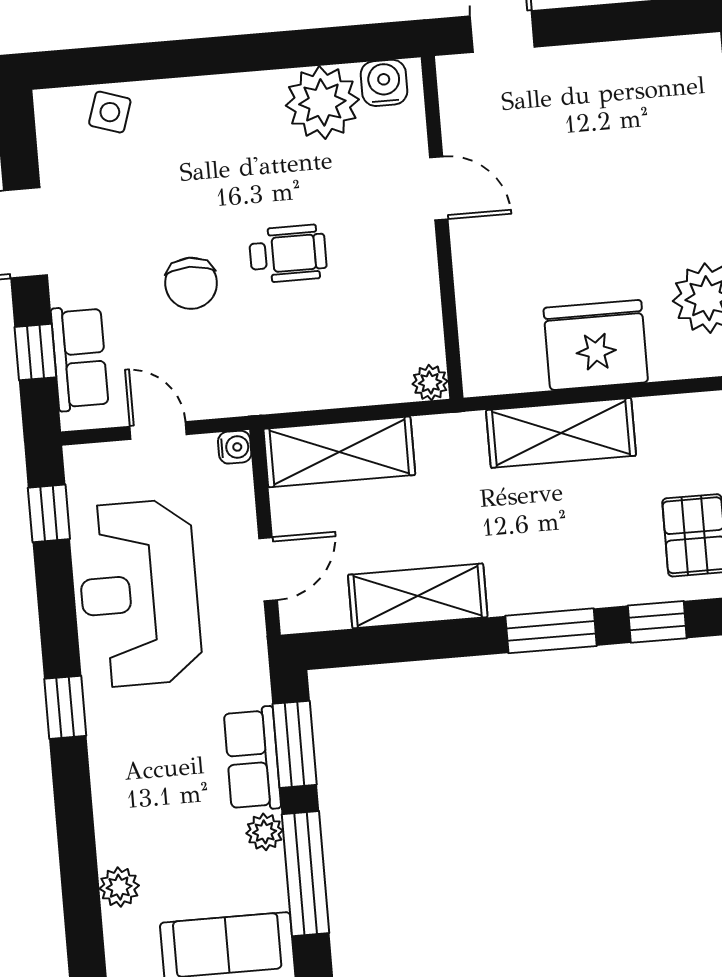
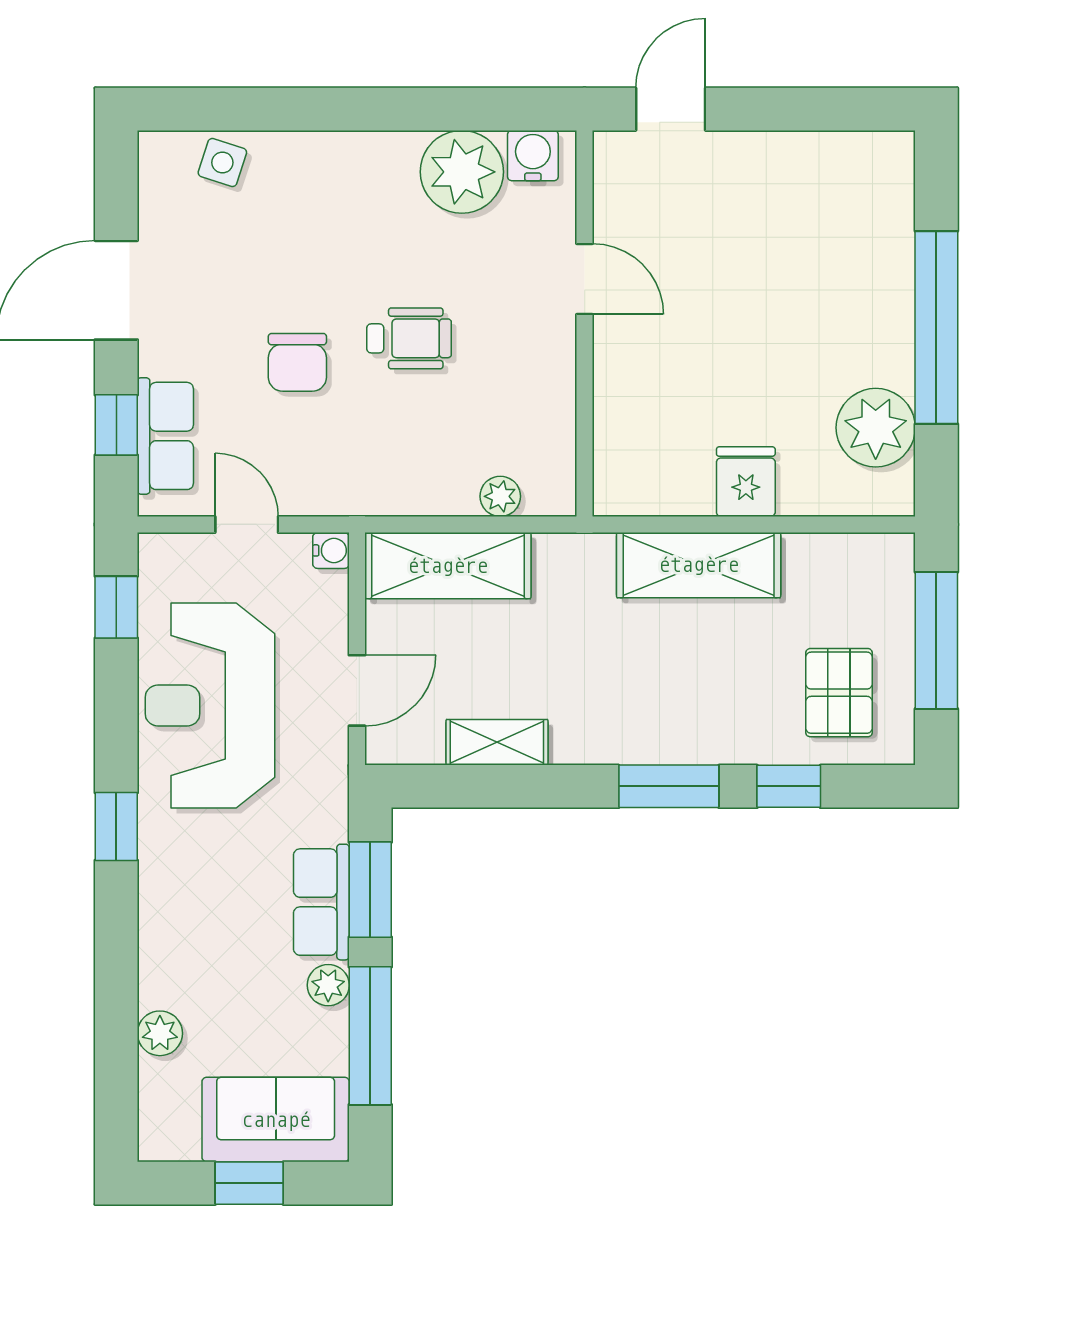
fridge: (596, 345) -> (746, 482), width x0.53, depth x0.75
plant: (430, 383) -> (500, 496), moved
shelving: (418, 596) -> (497, 742), width x0.67, depth x0.75

